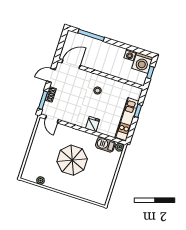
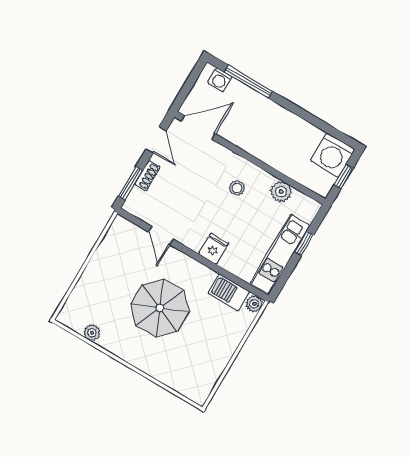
washing machine: (130, 55) -> (220, 80), moved
door: (51, 75) -> (156, 140), swing flipped
plant: (120, 87) -> (281, 192), added
door: (52, 119) -> (161, 236), moved

